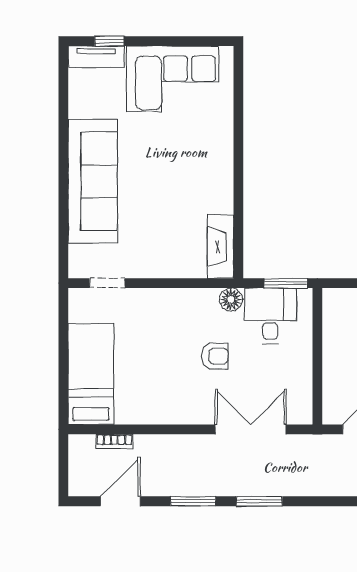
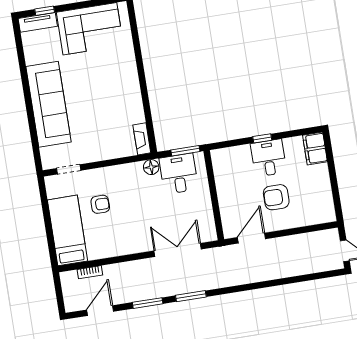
fireplace: (221, 247) -> (142, 139), width x0.73, depth x0.76
armchair: (215, 356) -> (100, 204), moved

